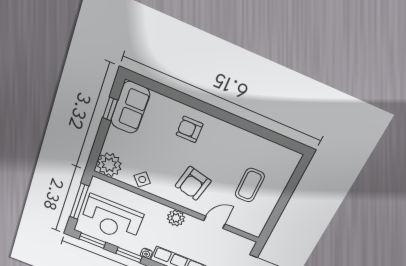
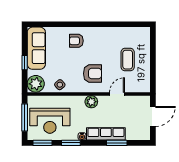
sofa: (130, 108) -> (36, 48), width x1.36
window: (110, 109) -> (25, 63), moved
armchair: (193, 183) -> (93, 74), turned -103

